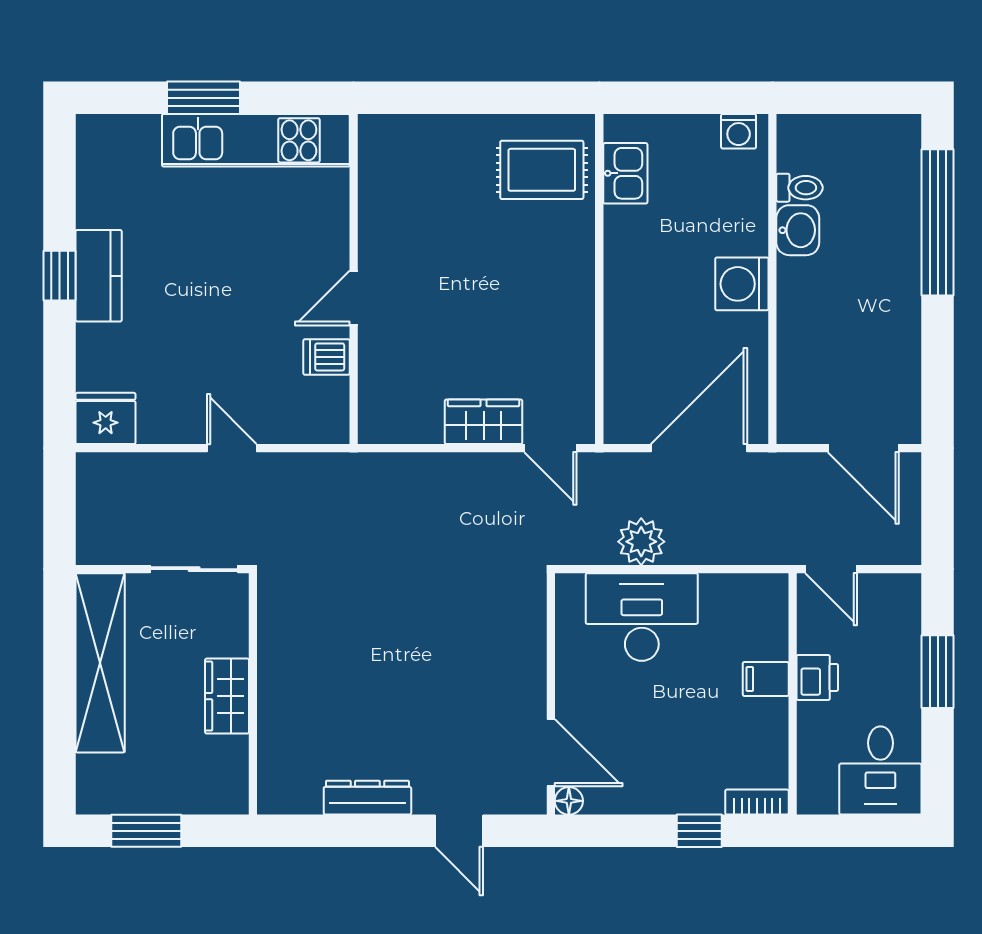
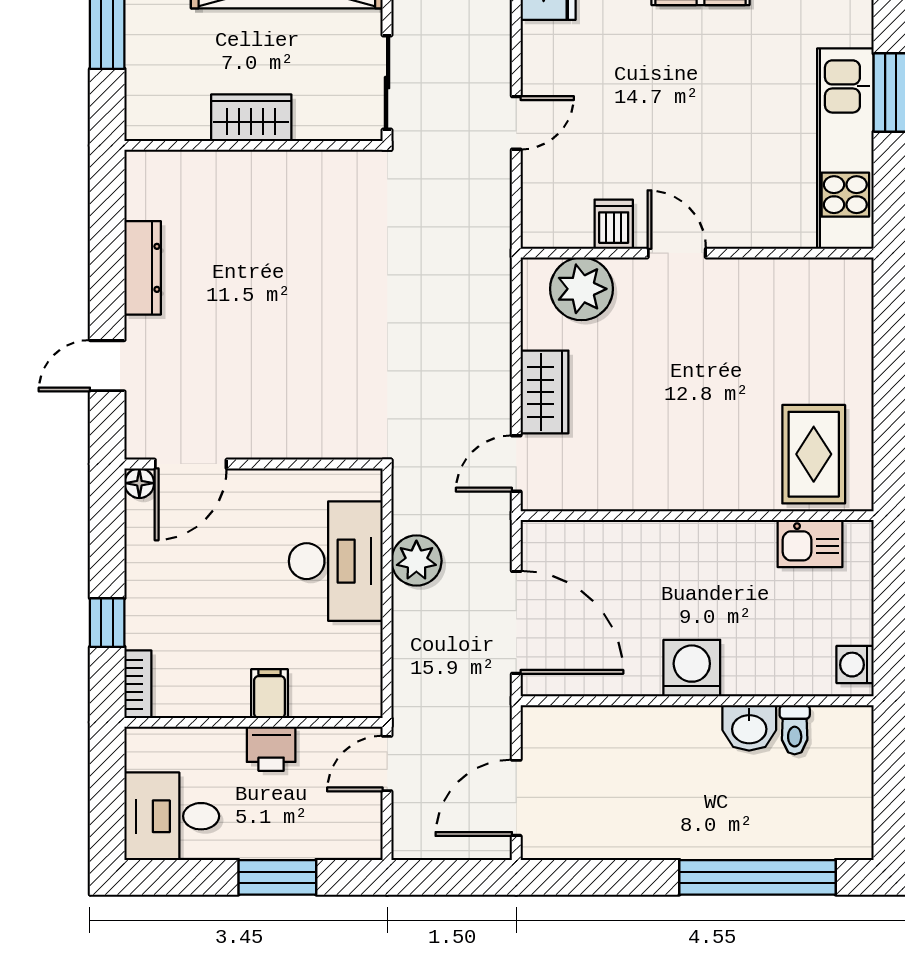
plant: (387, 387) -> (582, 289), added

